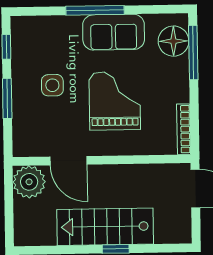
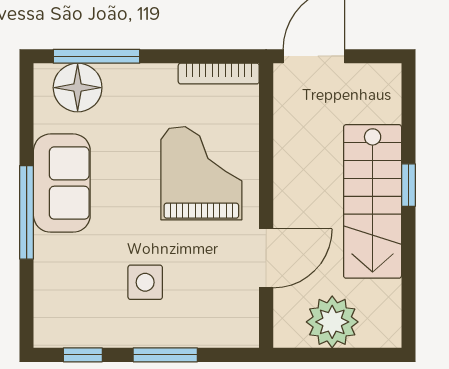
grand piano: (115, 101) -> (201, 173), moved, turned 90
plant: (29, 182) -> (332, 322), moved

